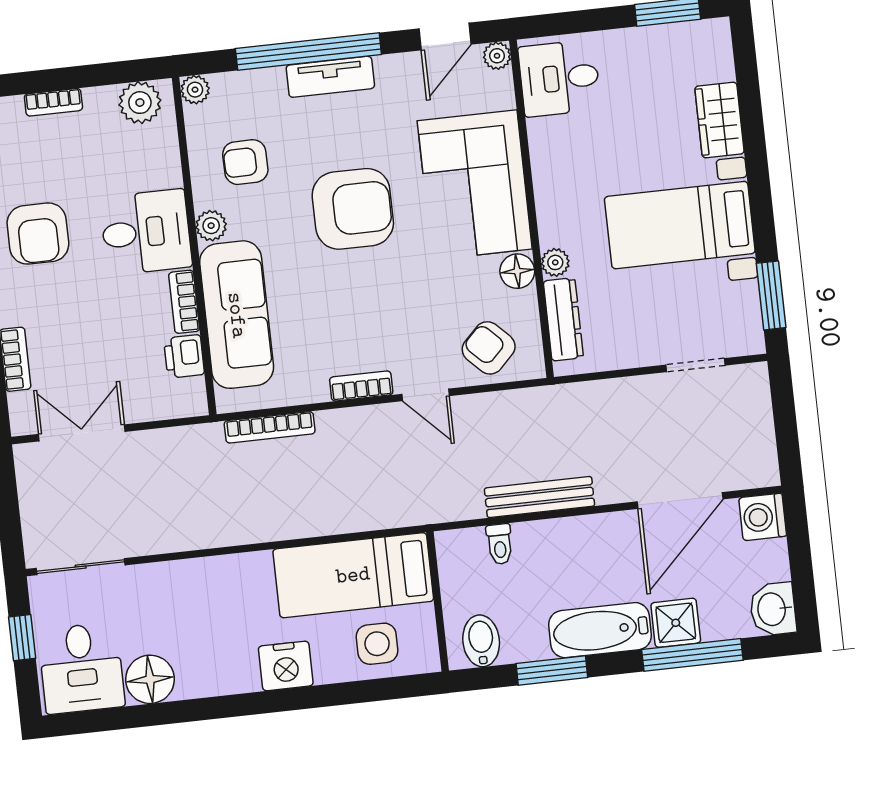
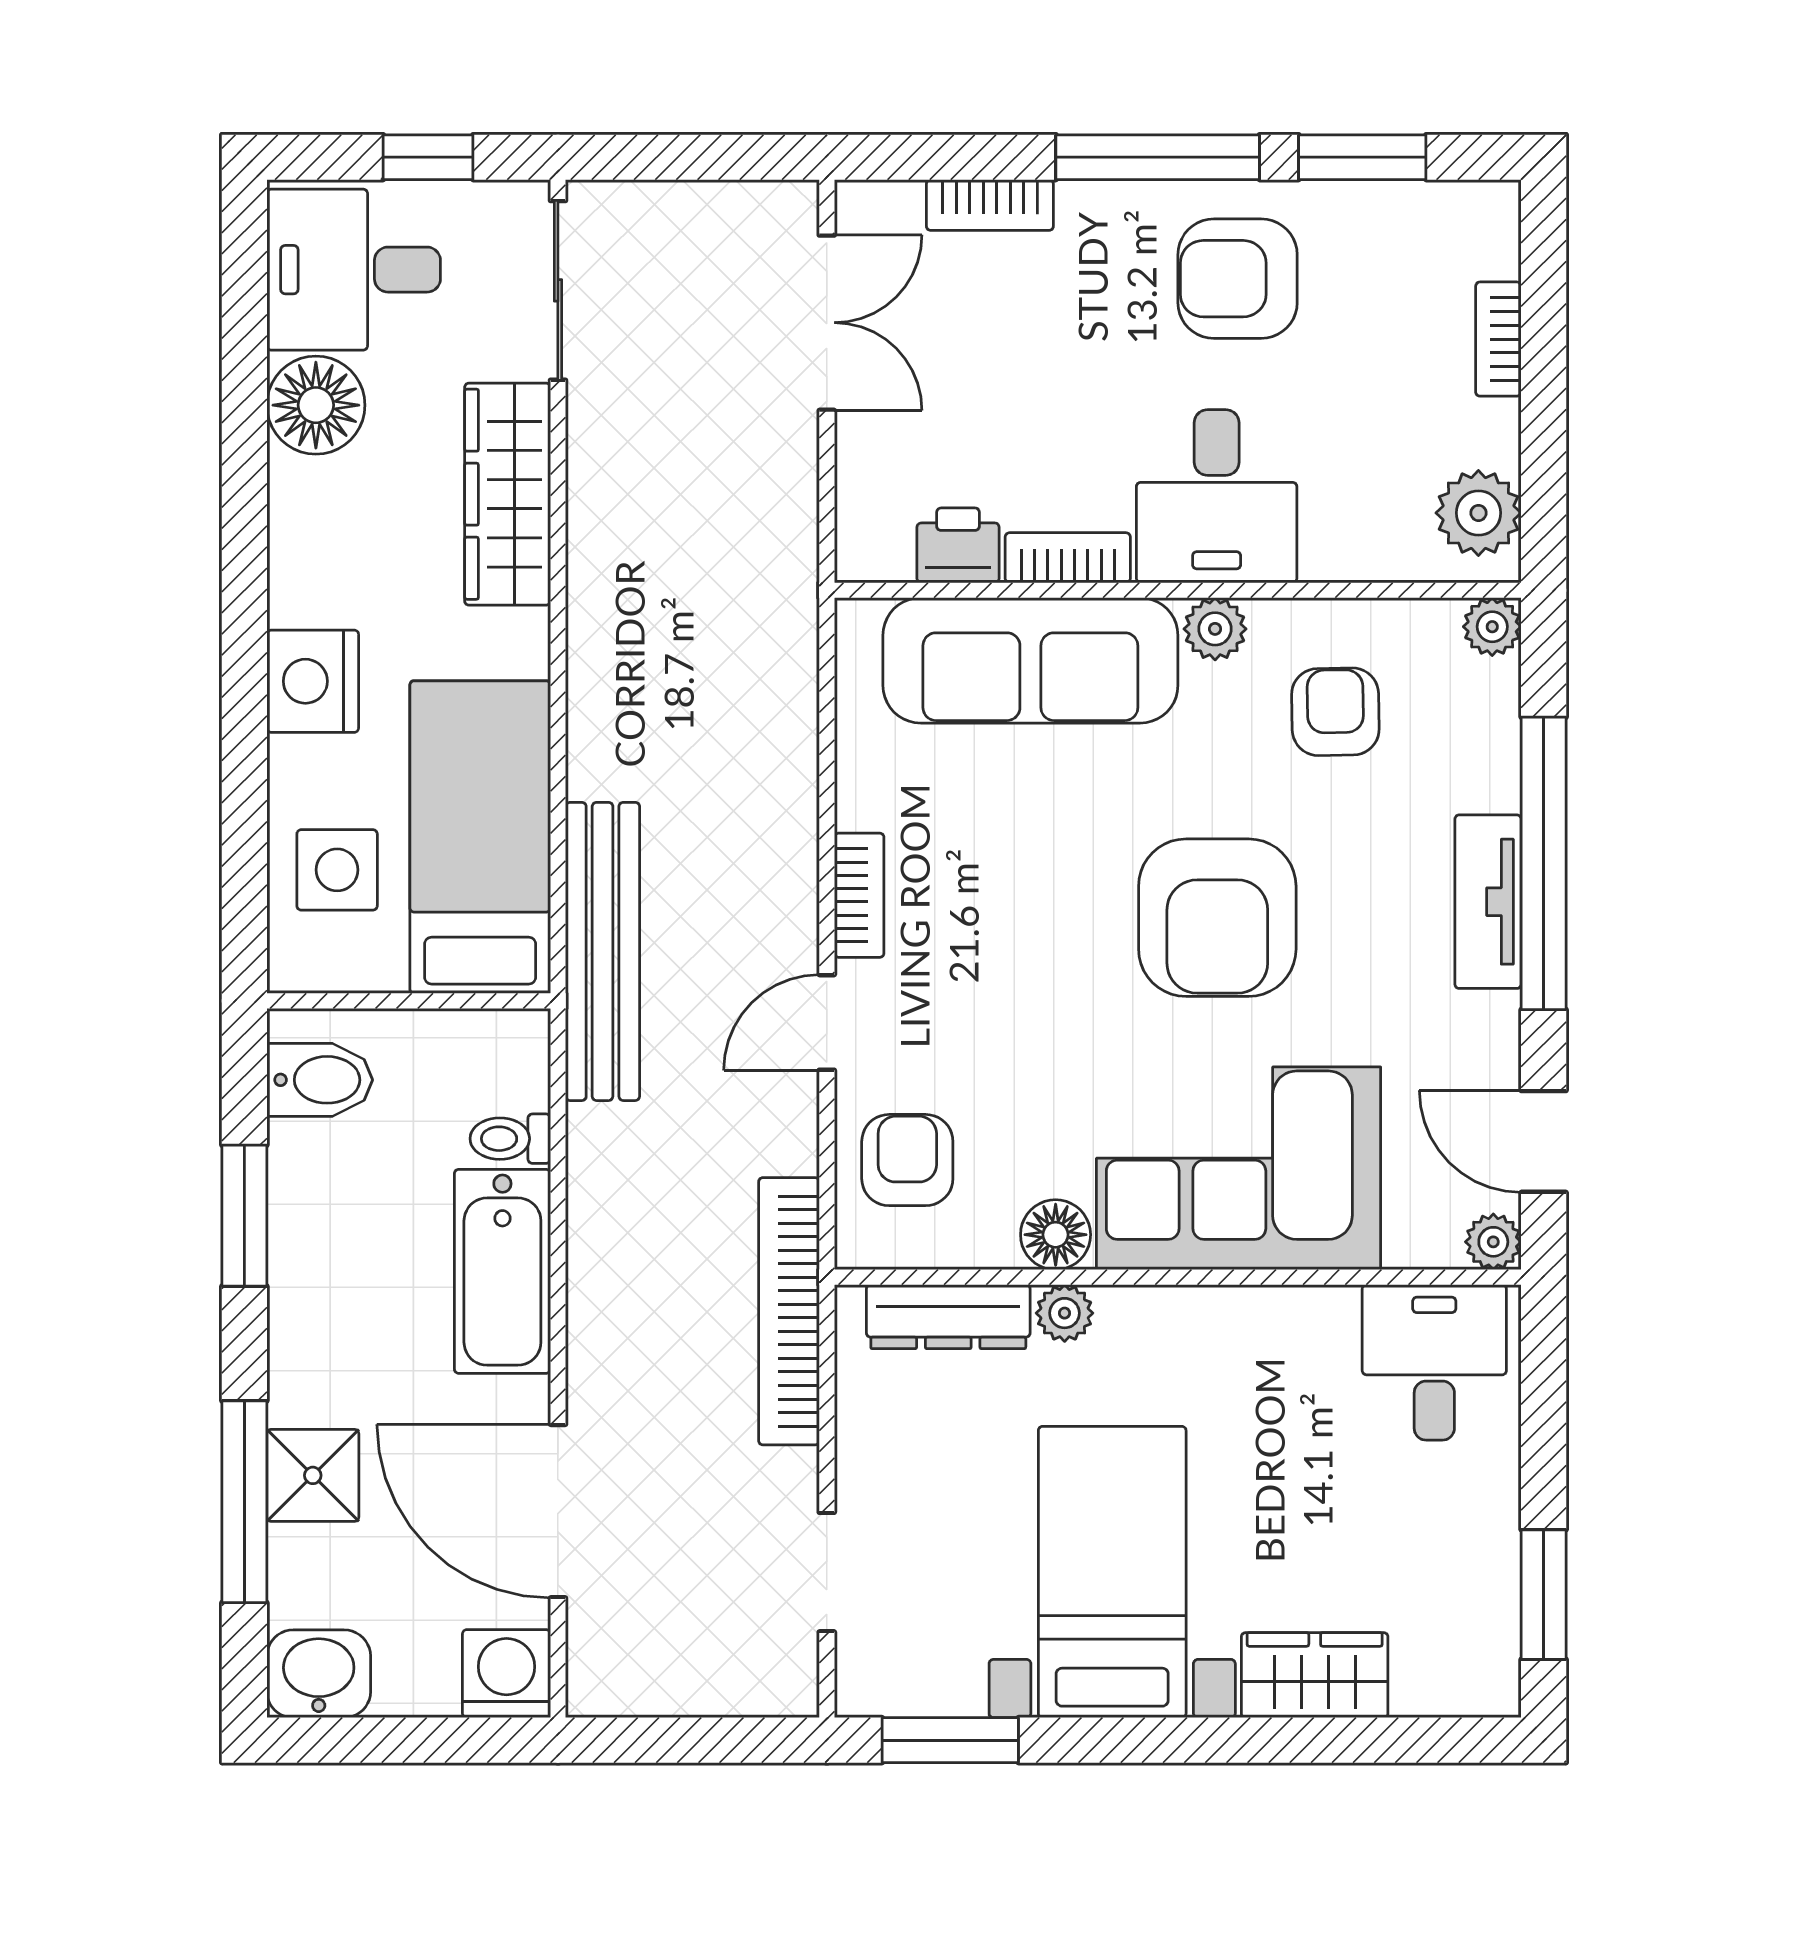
armchair: (489, 348) -> (907, 1160), turned -45
bookcase: (270, 427) -> (789, 1311), moved, width x1.48, depth x1.31
bench: (539, 497) -> (603, 951), moved, width x1.37, depth x1.21
wardrobe: (183, 580) -> (508, 494), added
bathtub: (600, 630) -> (502, 1271), moved, turned 180

